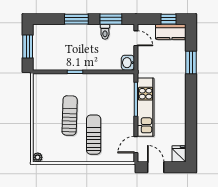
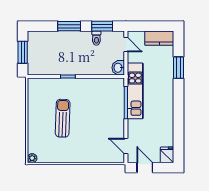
window: (169, 19) -> (157, 26), removed
kitchen unit: (146, 107) -> (135, 91), moved
sun lounger: (94, 135) -> (86, 137), removed
door: (136, 145) -> (126, 146), hinge flipped

